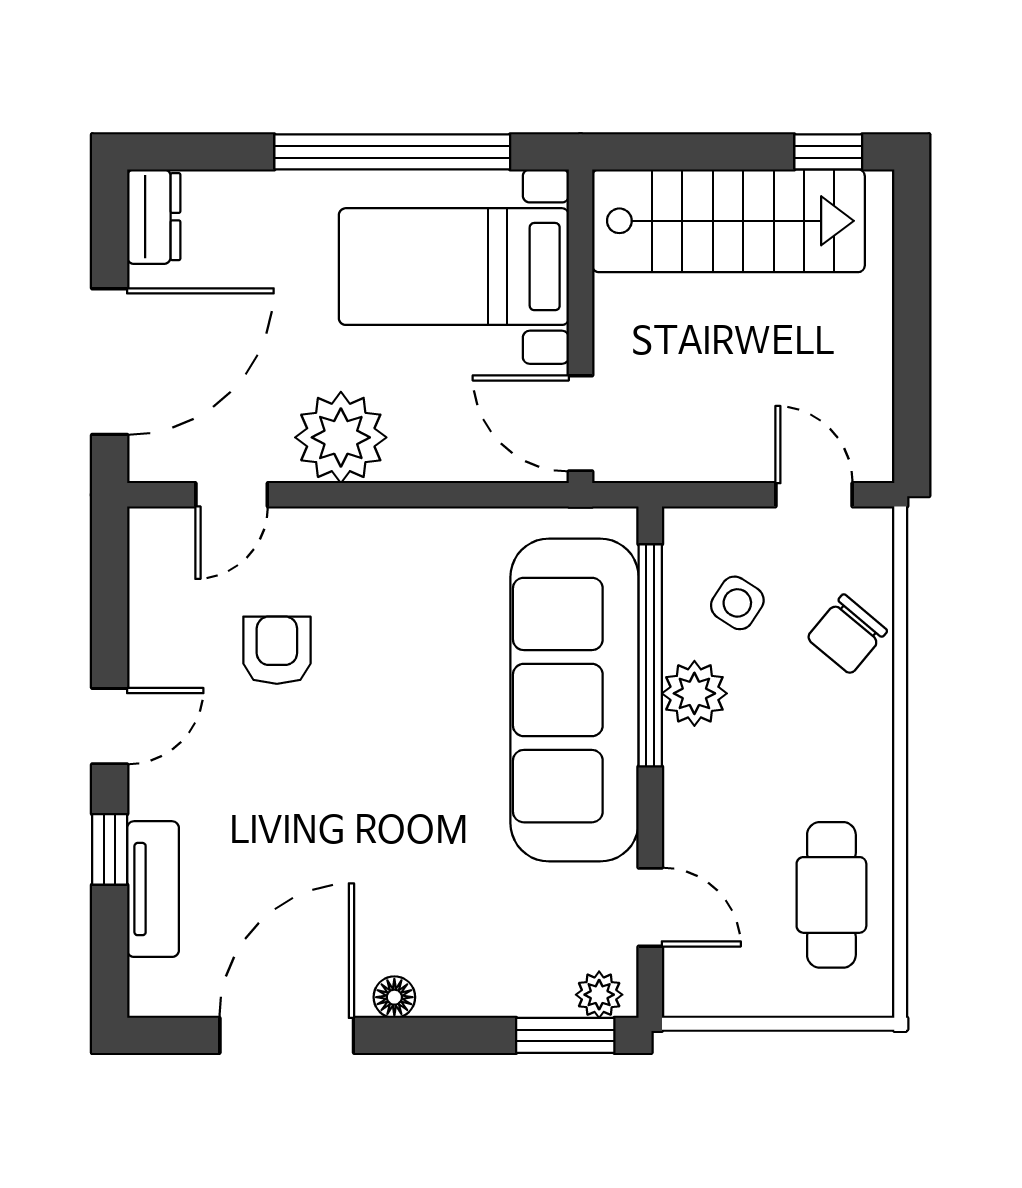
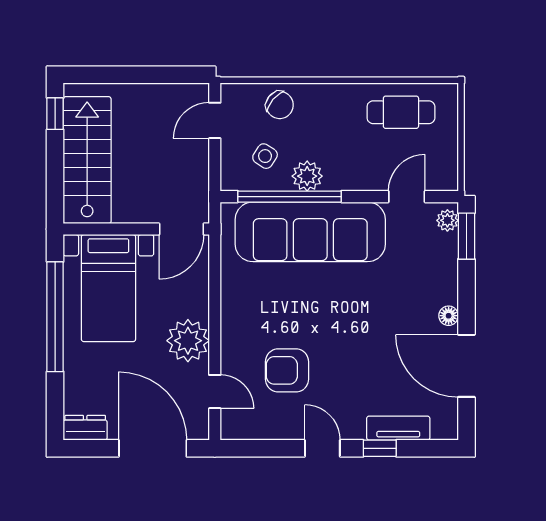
armchair: (277, 650) -> (287, 370), width x1.38, depth x1.38

